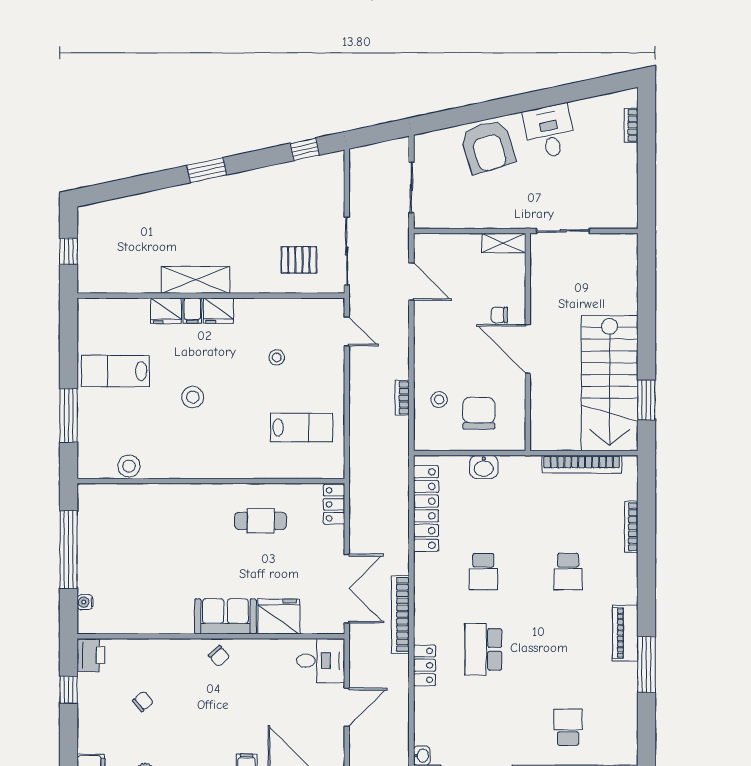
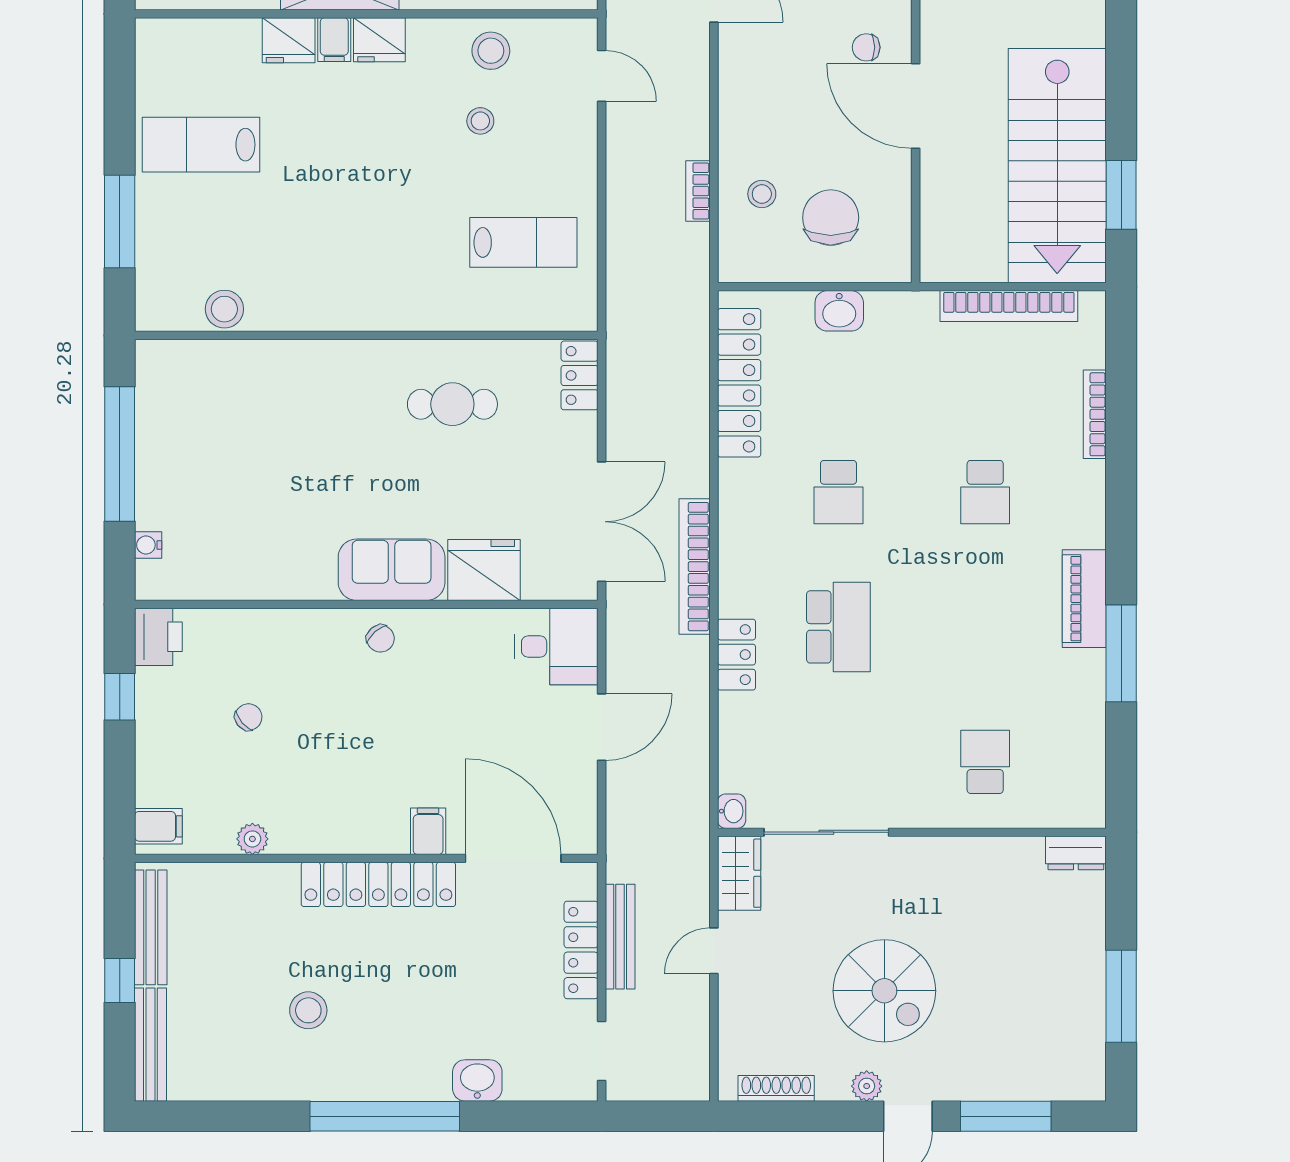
stool: (193, 397) -> (491, 51), moved
school desk: (483, 649) -> (838, 627), turned 180

